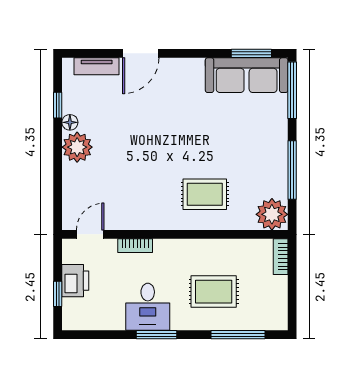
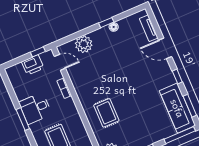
window: (195, 53) -> (177, 77), added
window: (58, 105) -> (106, 23), moved
plant: (77, 147) -> (84, 44), moved
window: (58, 294) -> (38, 52), moved

